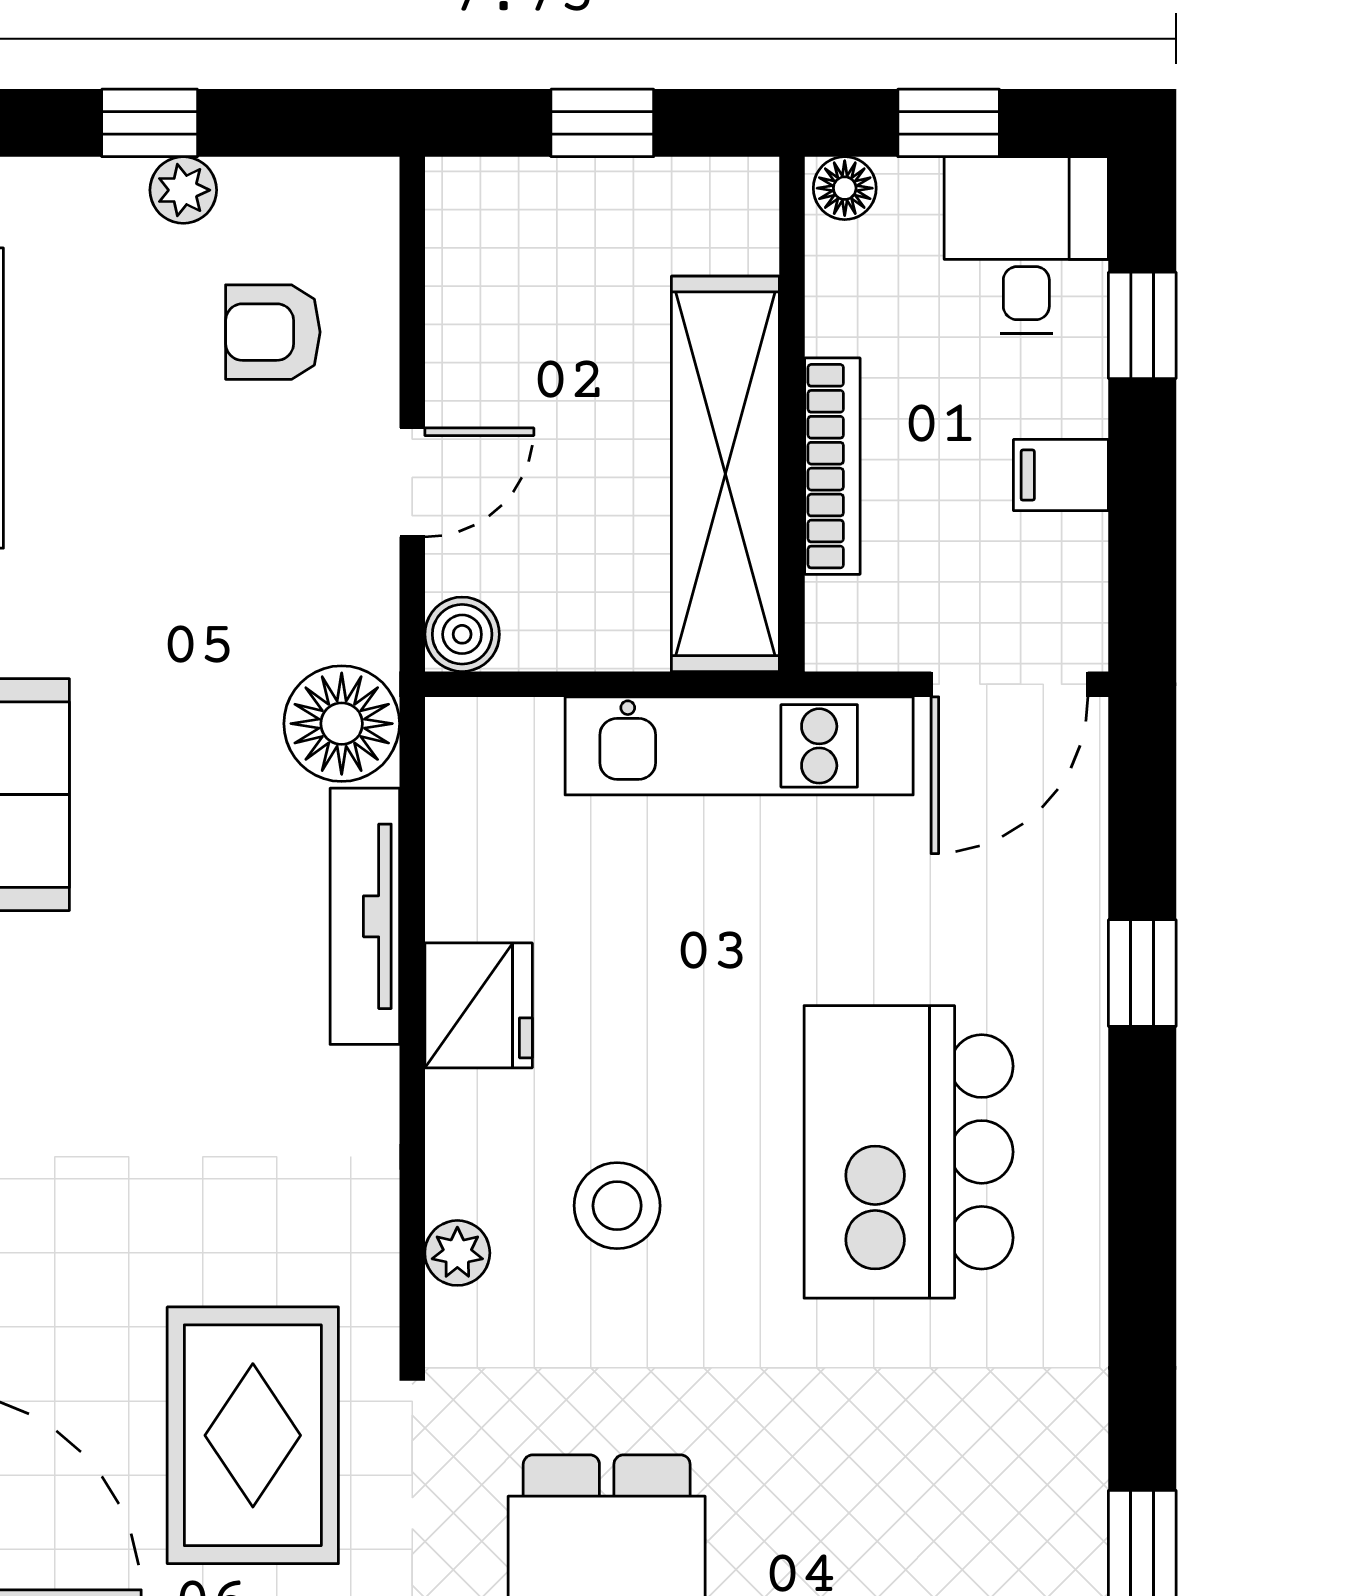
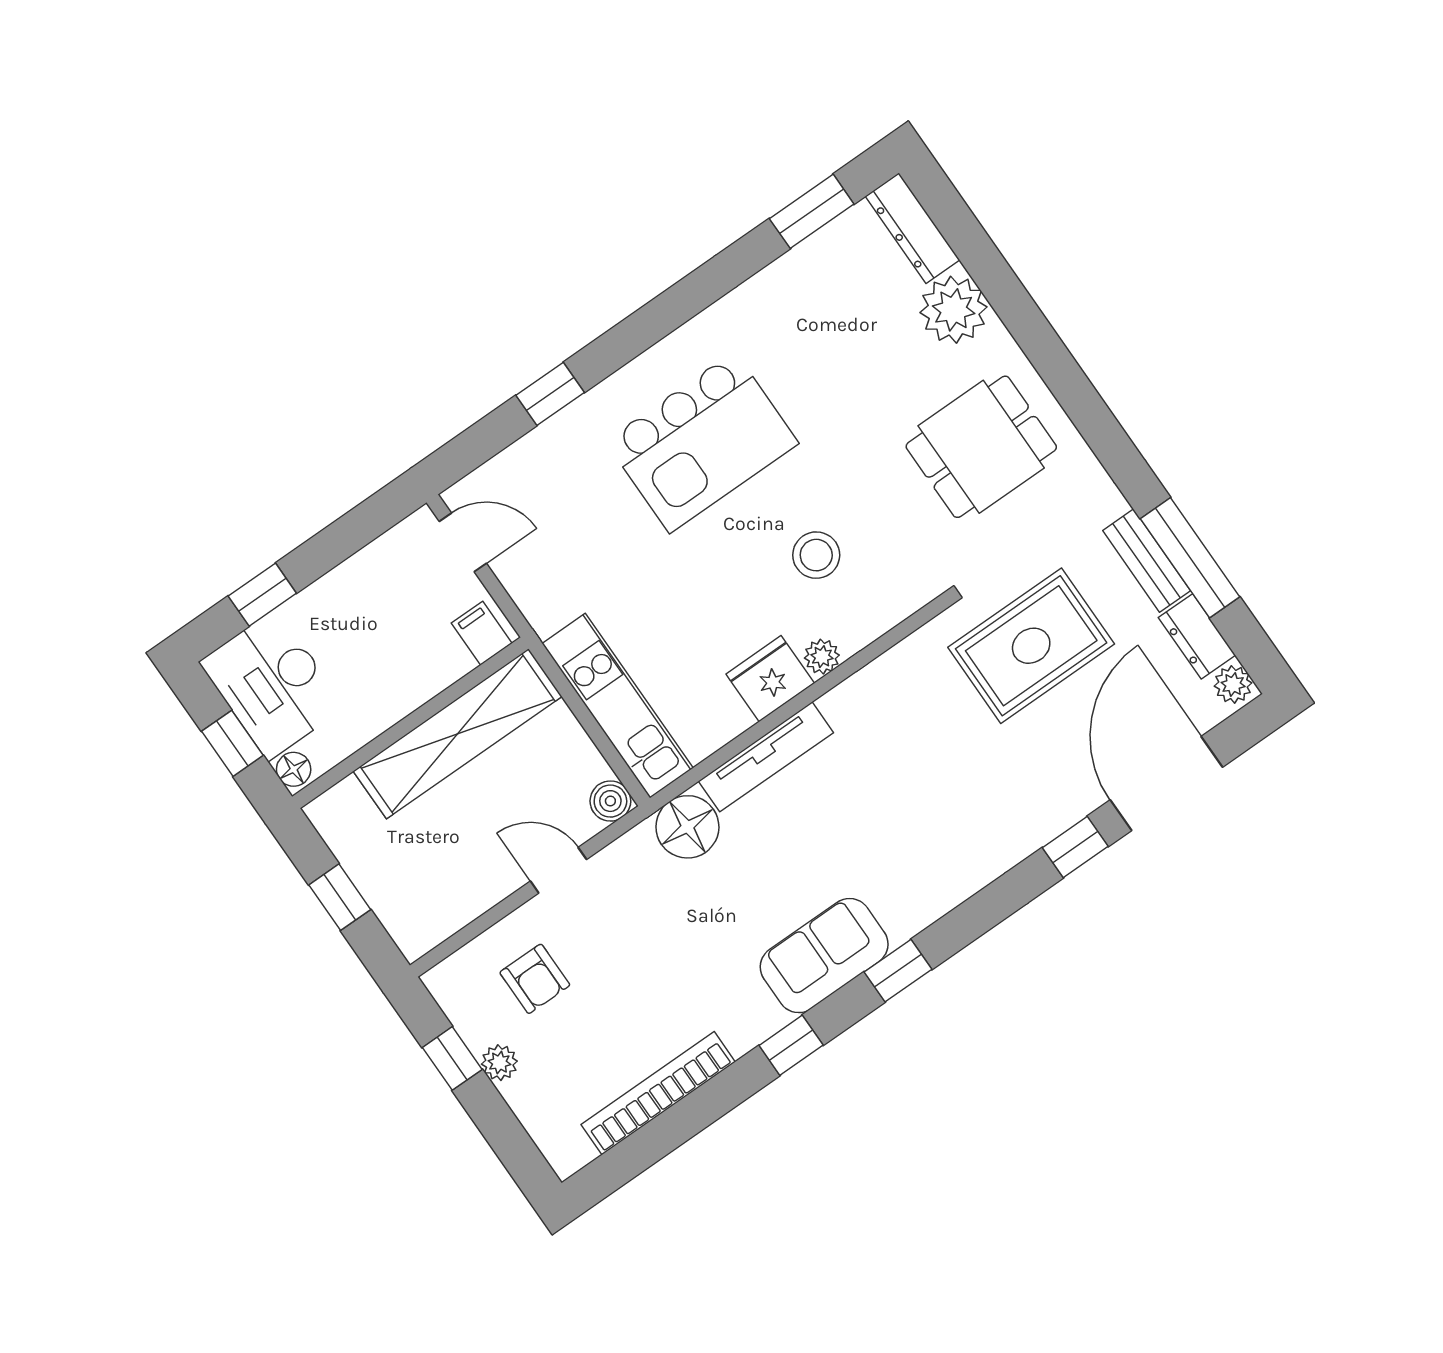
window: (150, 123) -> (452, 1058), moved
desk: (1026, 245) -> (272, 684), width x1.37
bookcase: (832, 466) -> (421, 689), removed
filing cabinet: (1061, 475) -> (482, 633), moved, turned 180
door: (1009, 684) -> (463, 542), width x0.73
kitchen unit: (739, 746) -> (618, 706), moved
plant: (457, 1253) -> (822, 657), moved

